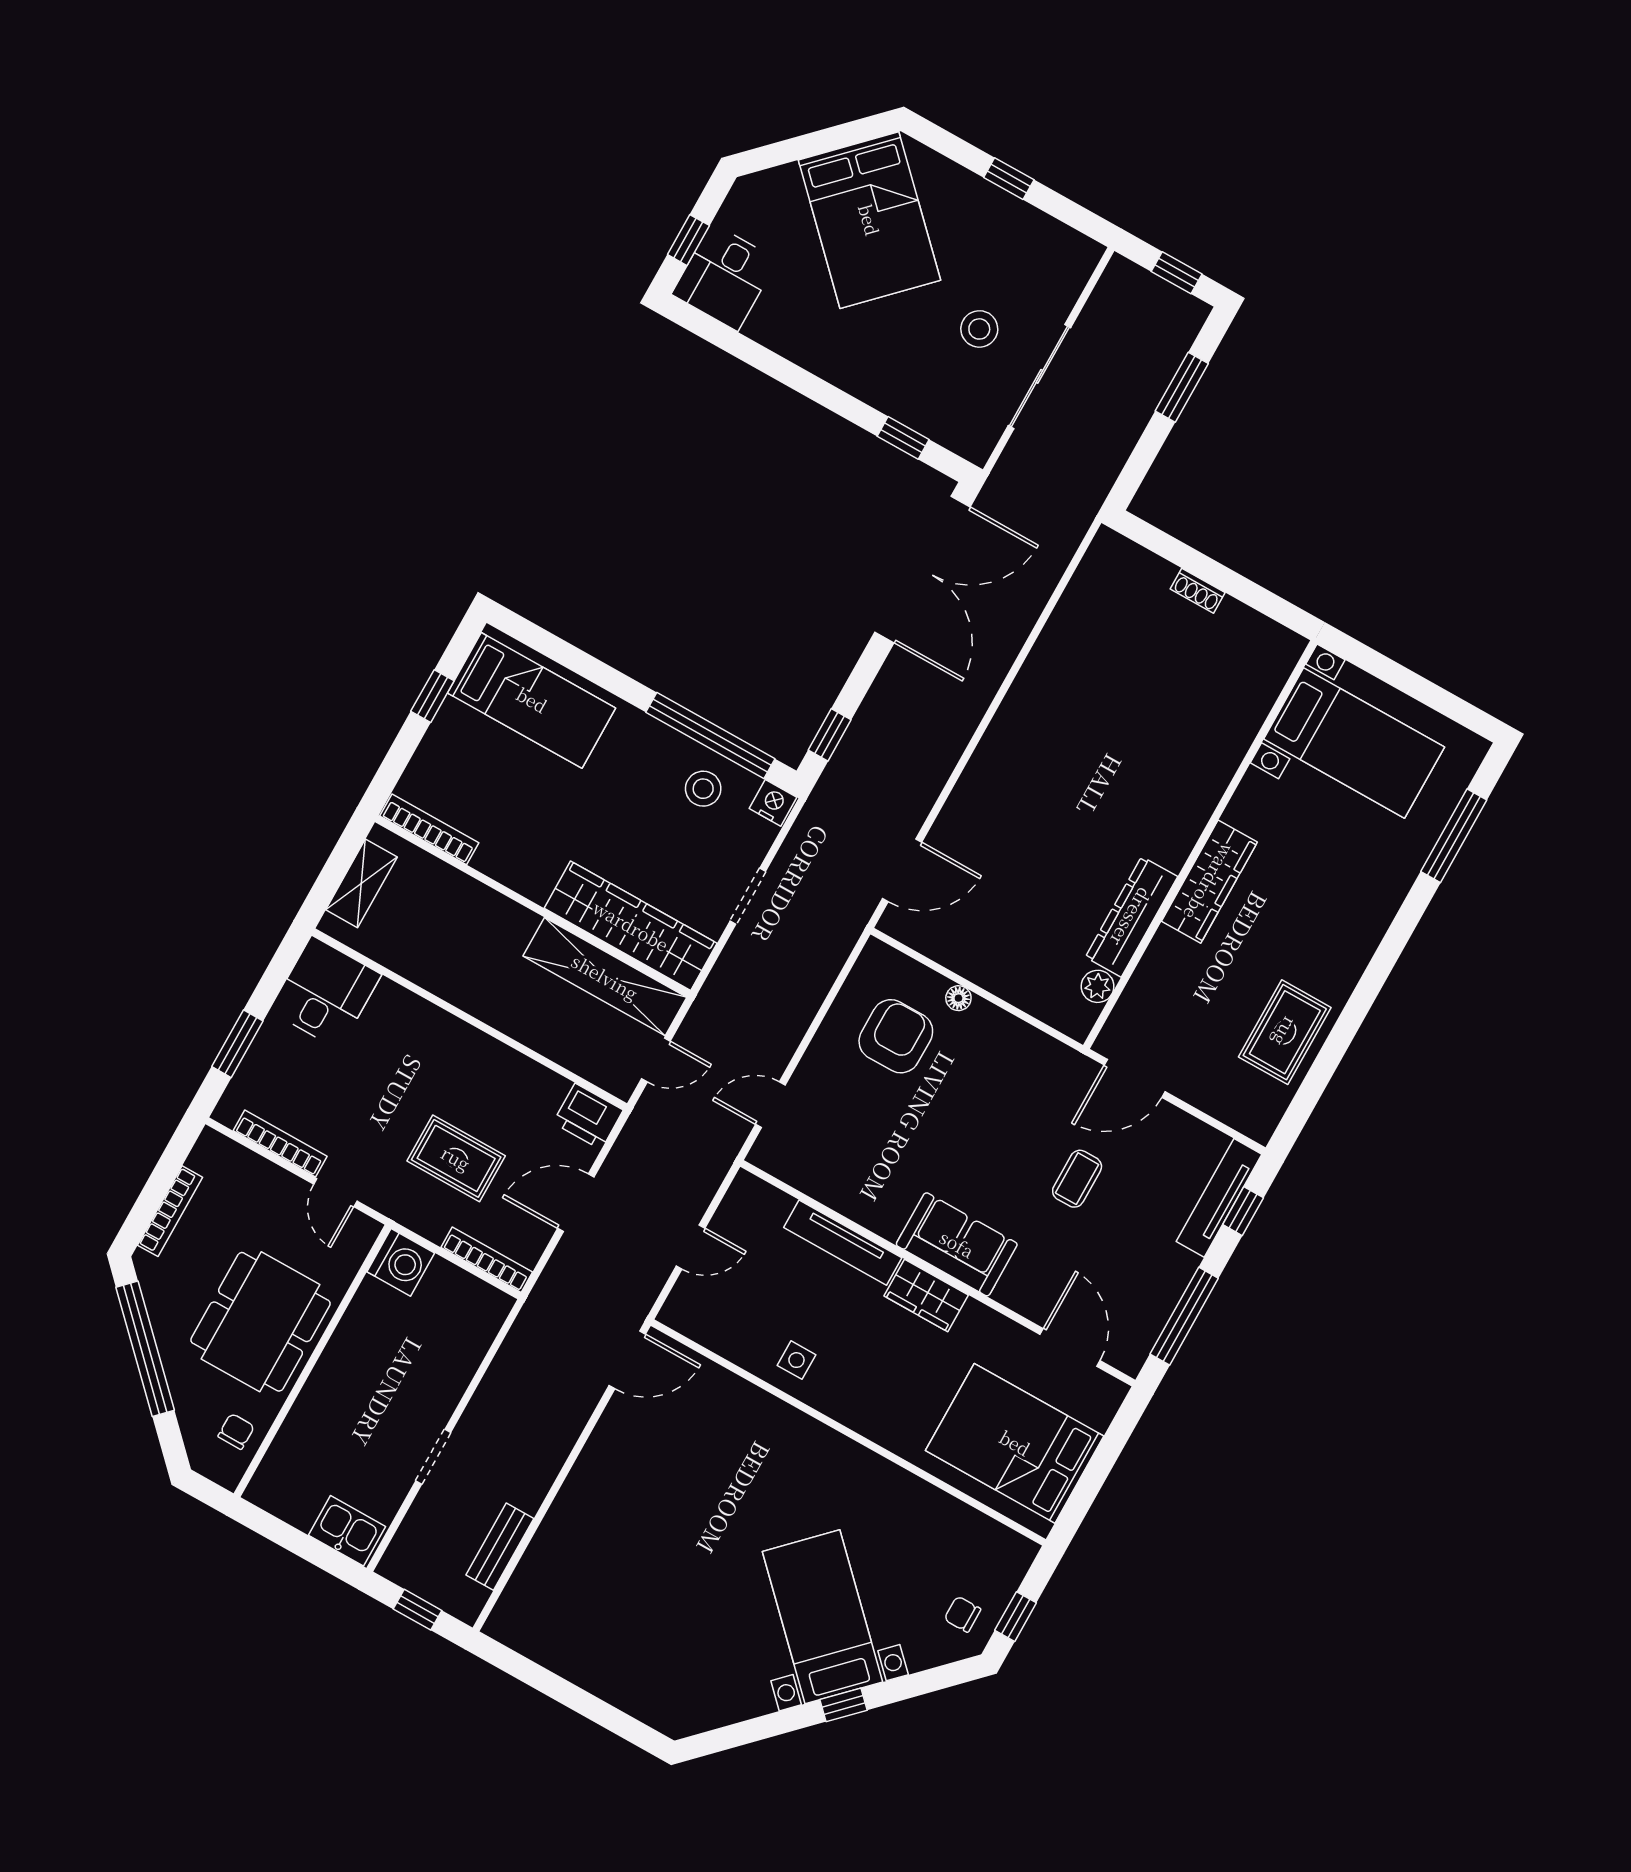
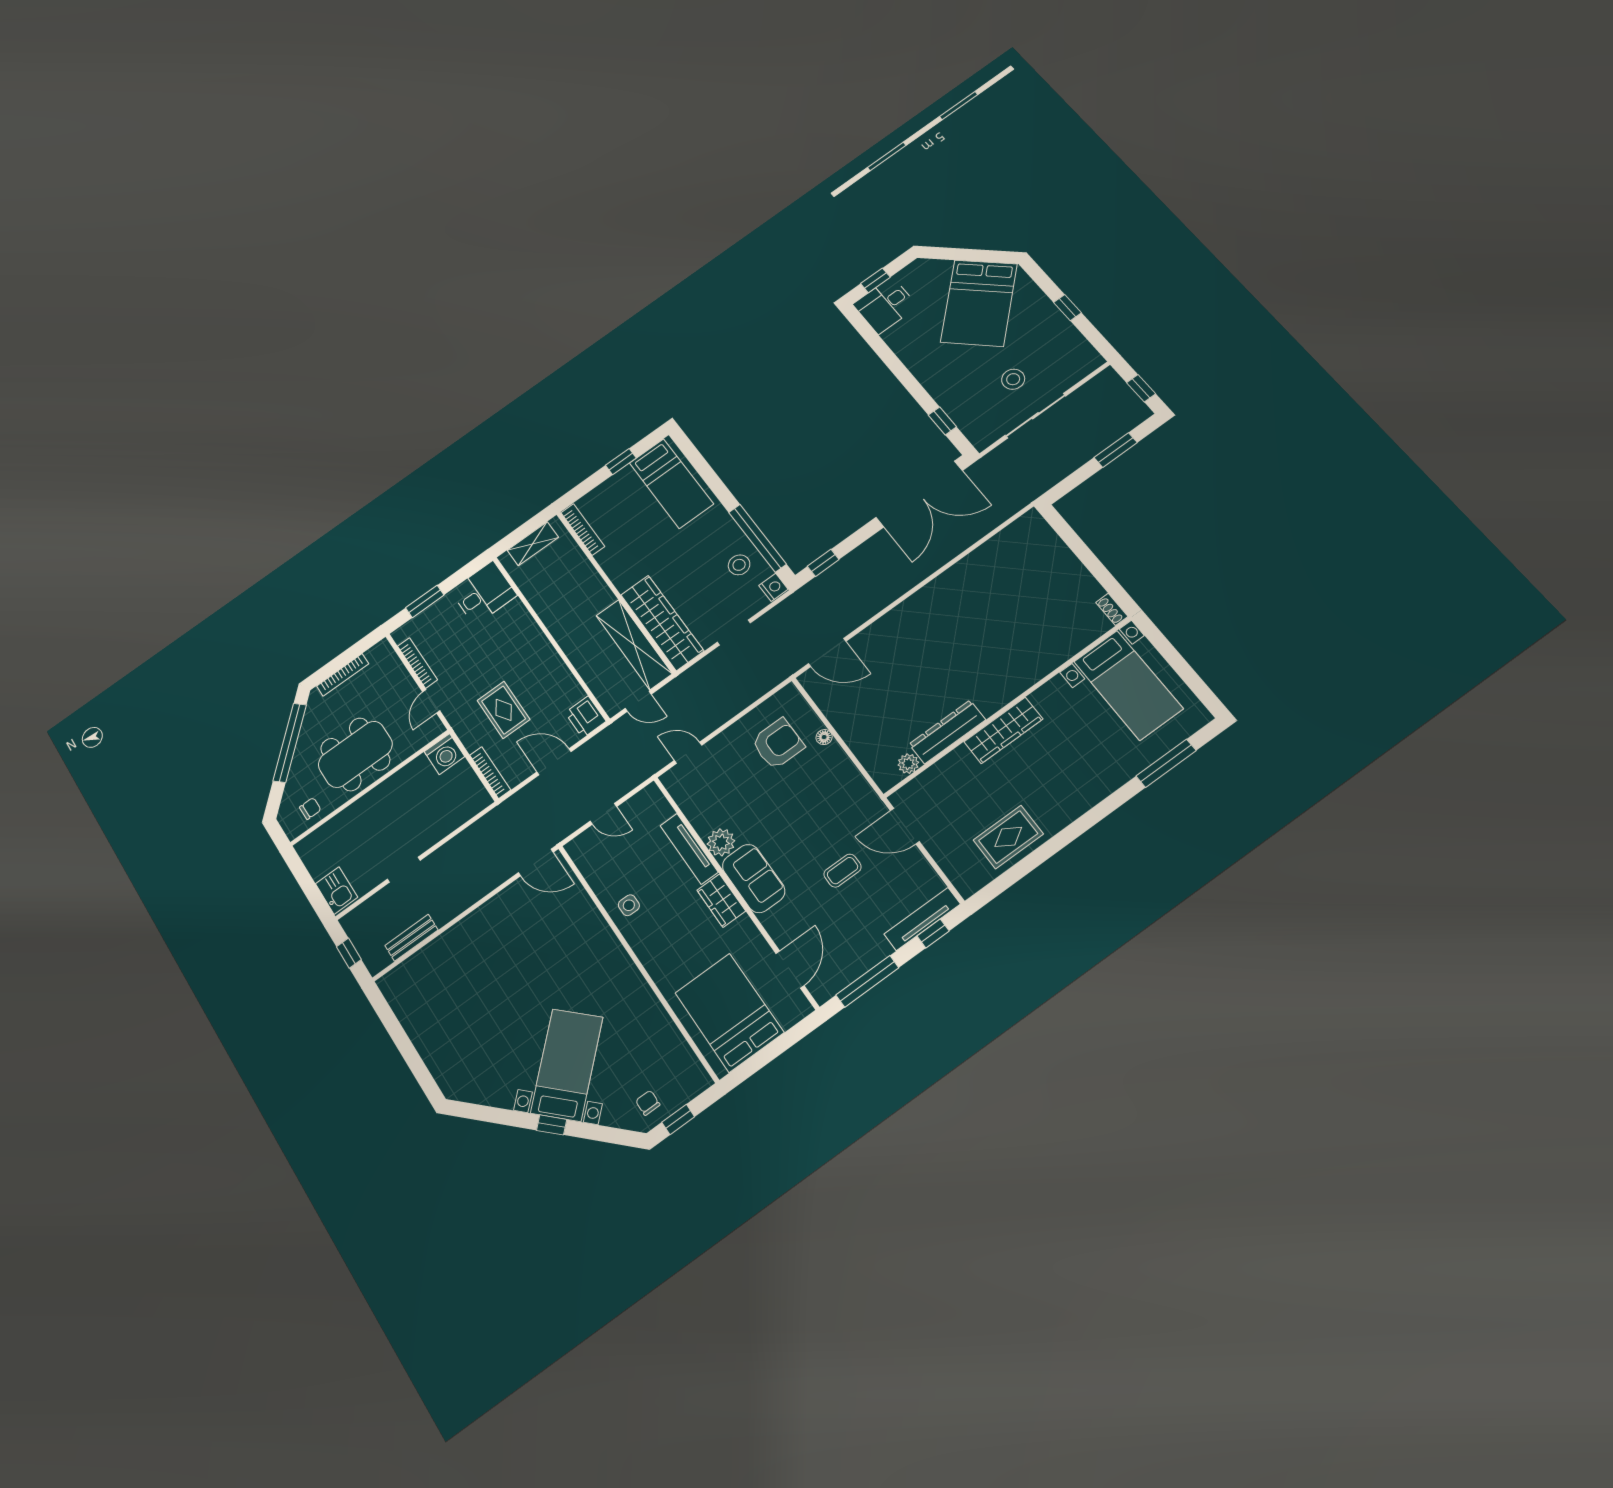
shoe rack: (1198, 591) -> (1112, 609), moved
plant: (884, 1214) -> (721, 842), added

